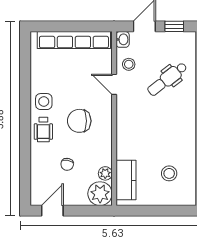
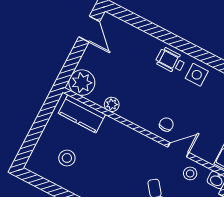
chair: (79, 121) -> (166, 124), moved, width x0.54, depth x0.54
chair: (67, 164) -> (126, 66), removed
plant: (105, 173) -> (112, 104), moved

